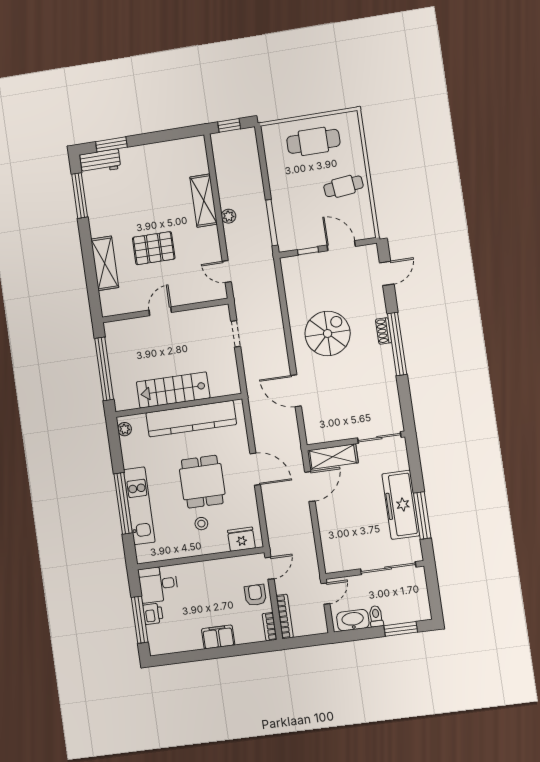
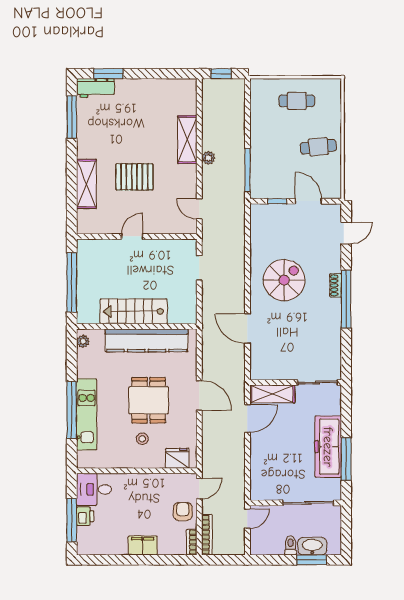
cafe table: (313, 141) -> (297, 101), width x0.73, depth x0.74
washbasin: (353, 620) -> (312, 546), moved

